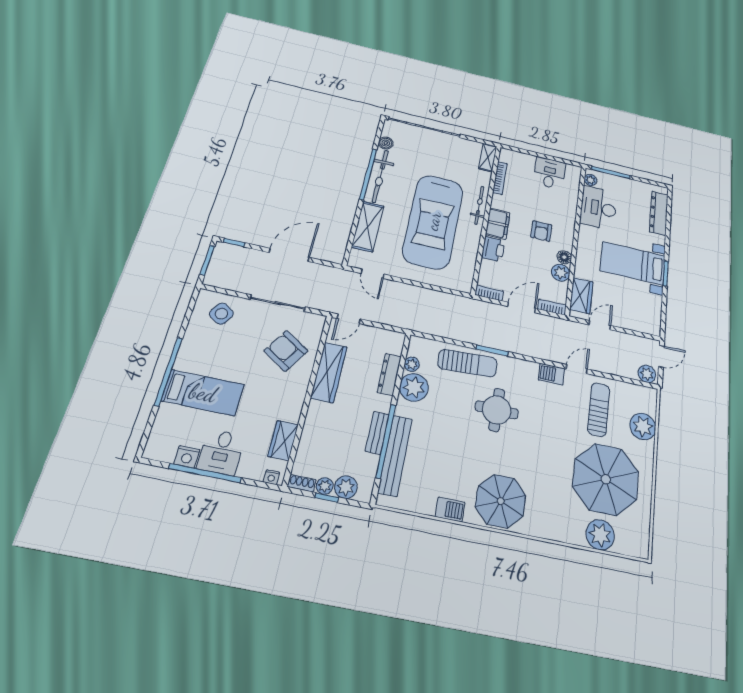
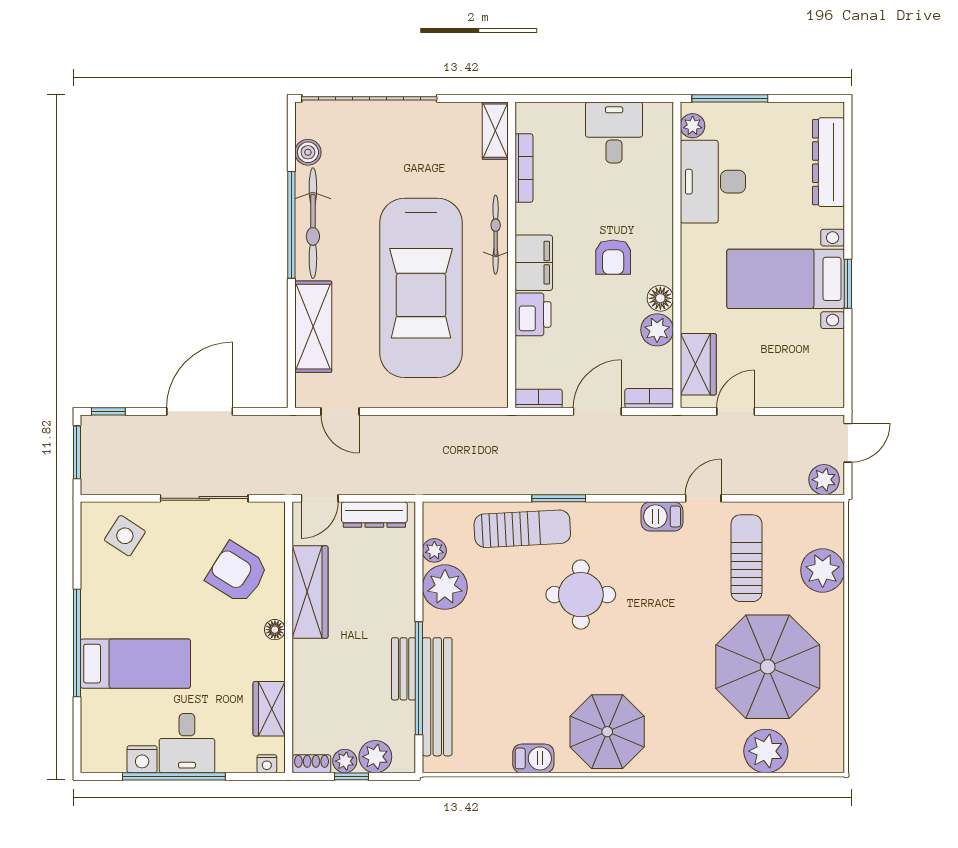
dresser: (389, 374) -> (374, 515), moved, turned -90
floor lamp: (300, 391) -> (275, 630), added

